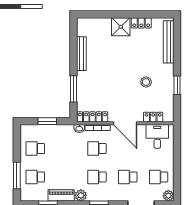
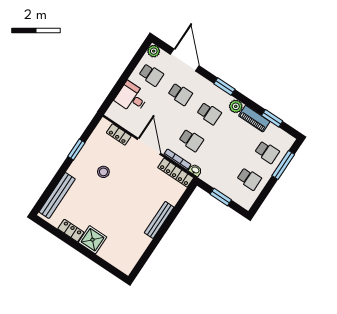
bench: (81, 54) -> (159, 220), moved
window: (73, 89) -> (176, 211), removed
desk: (157, 136) -> (132, 98), moved, turned 90

